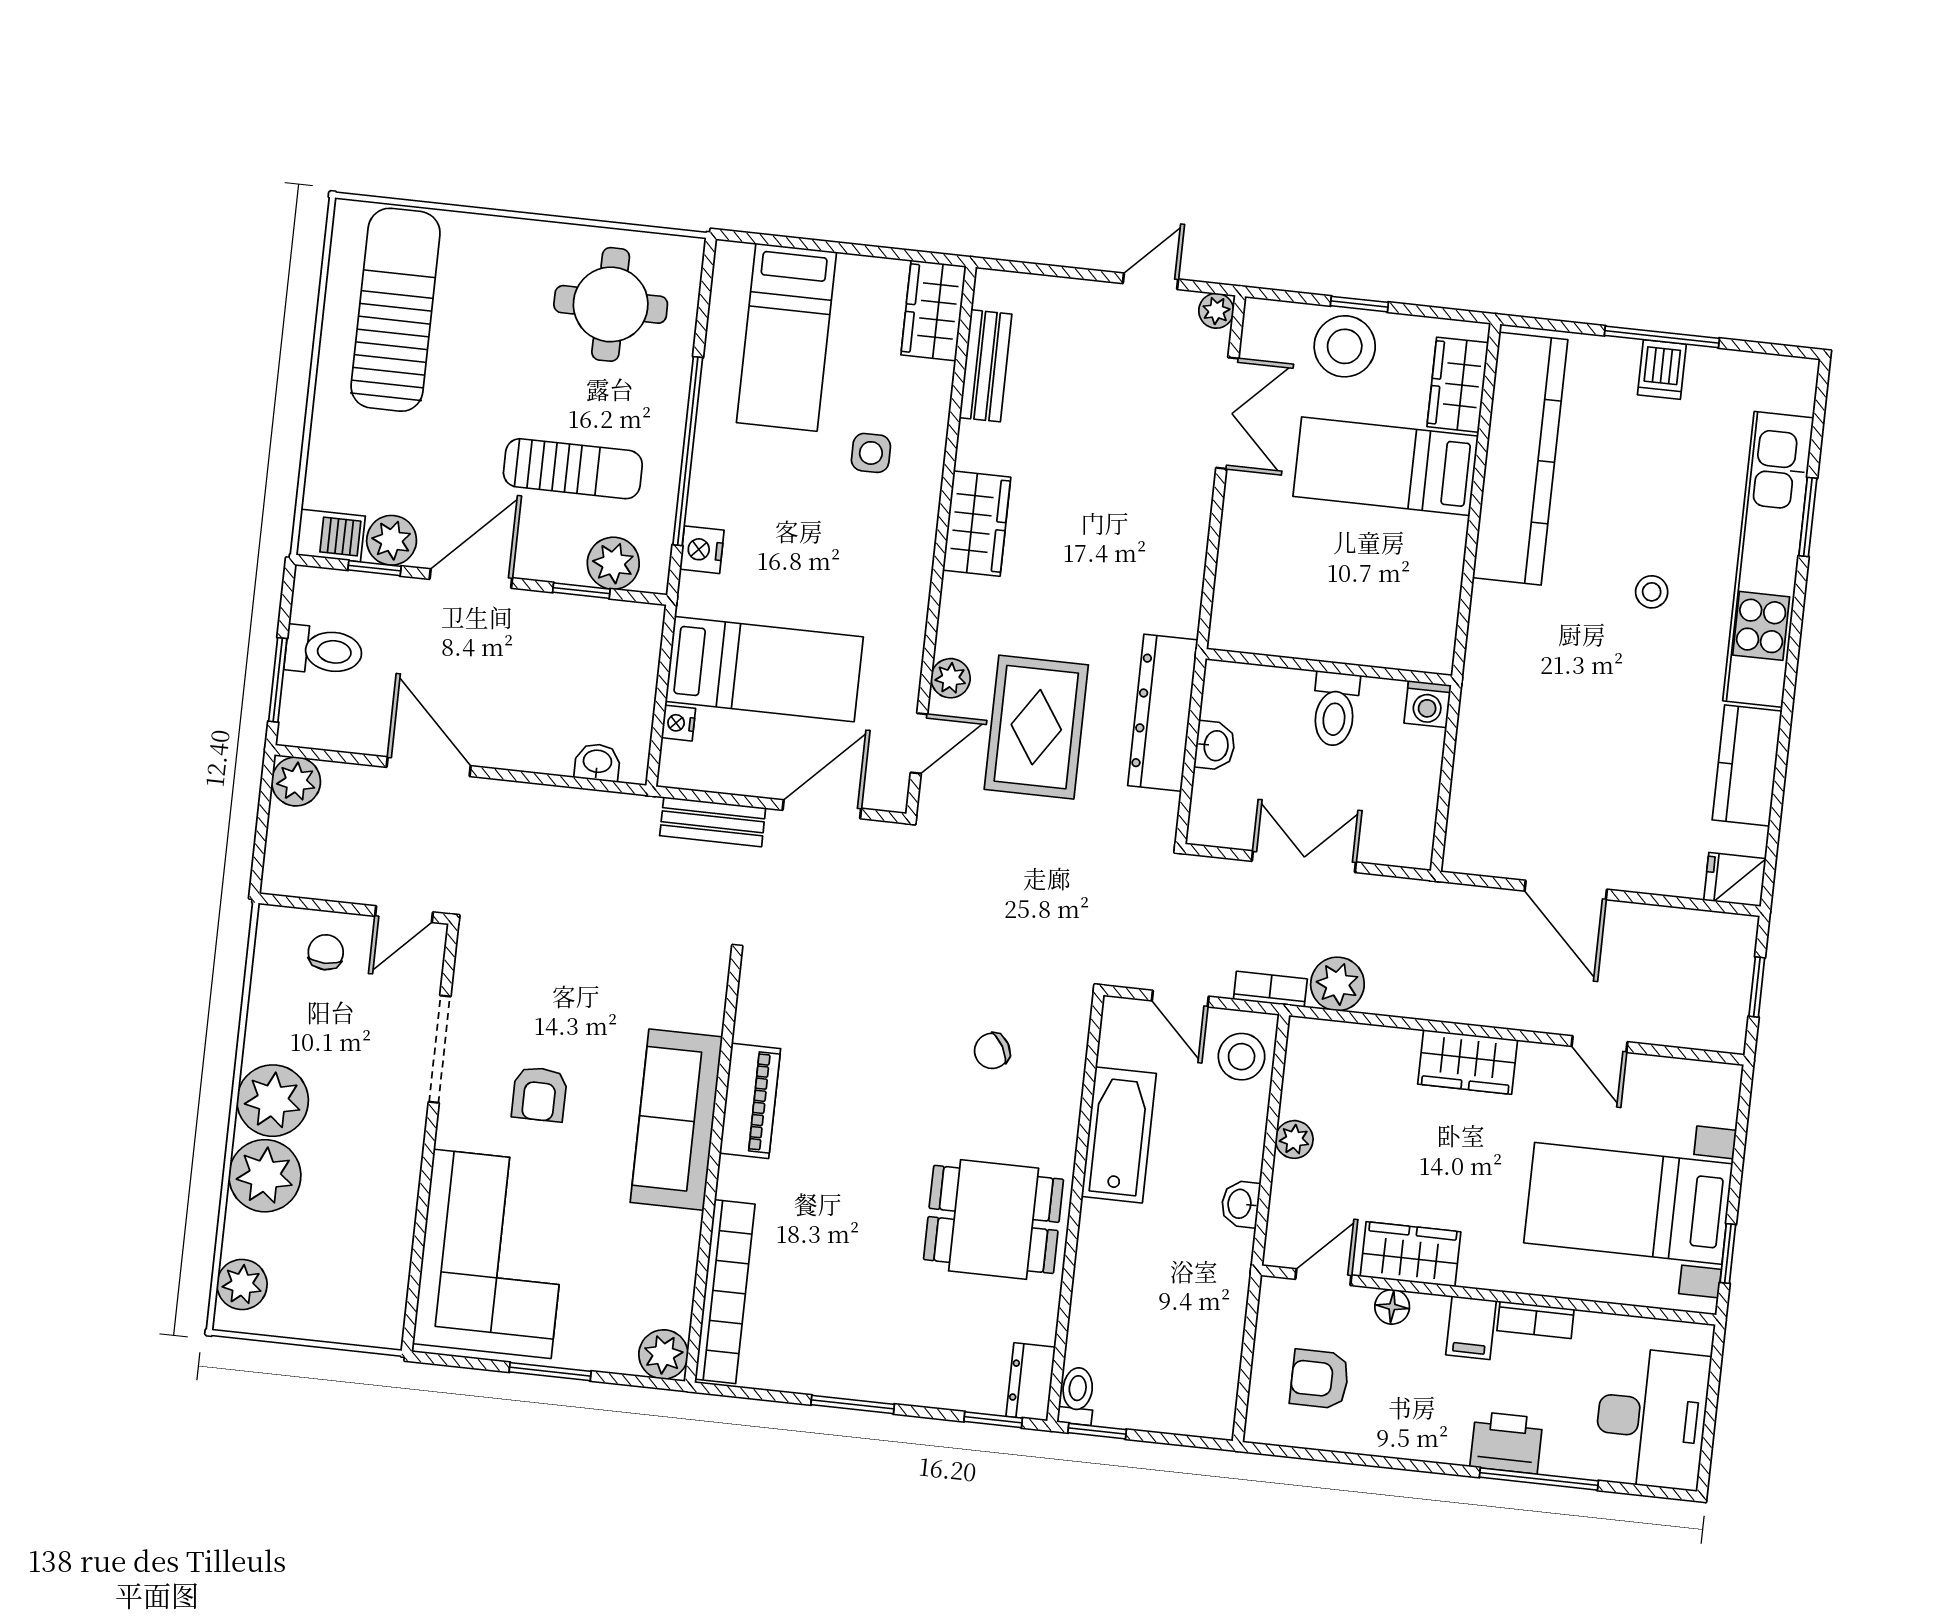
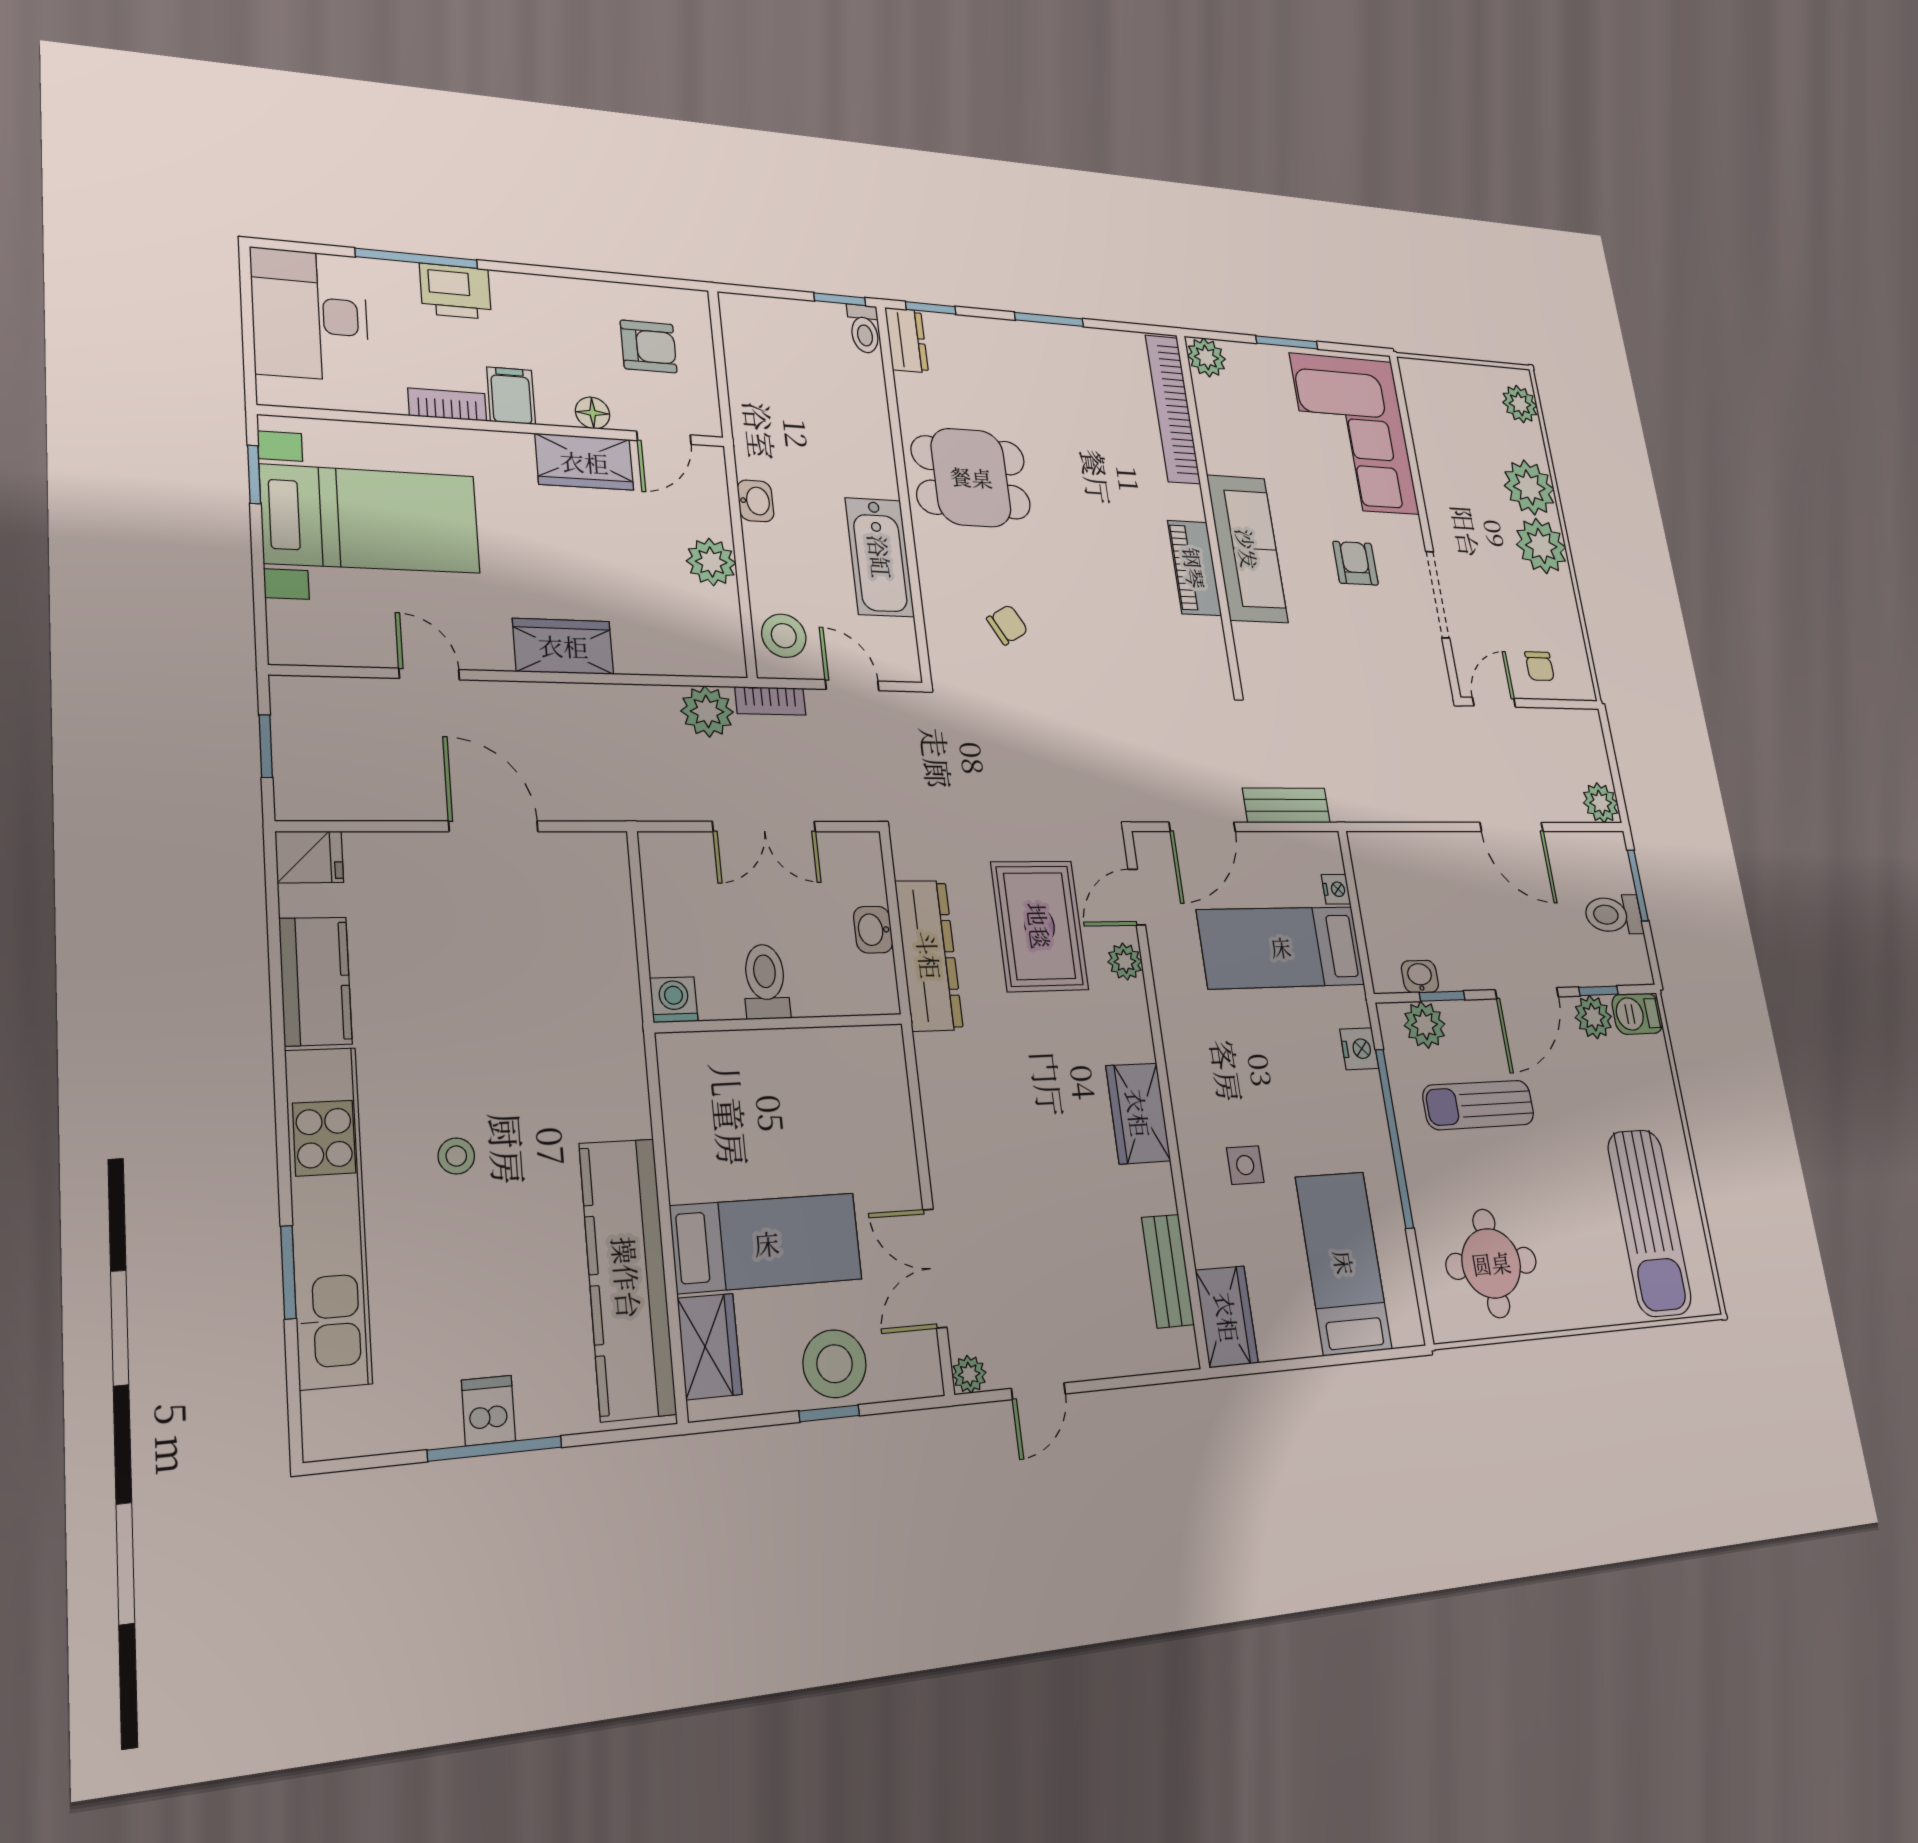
washbasin: (597, 762) -> (1420, 976), moved, turned 180
plant: (1294, 1139) -> (711, 562), width x1.38, depth x1.38

